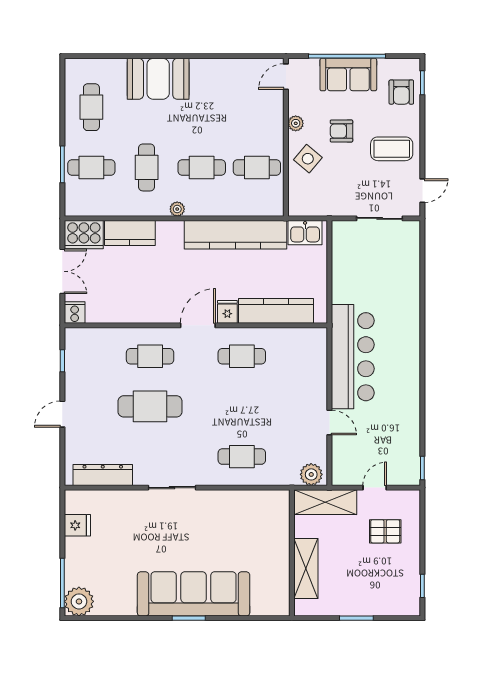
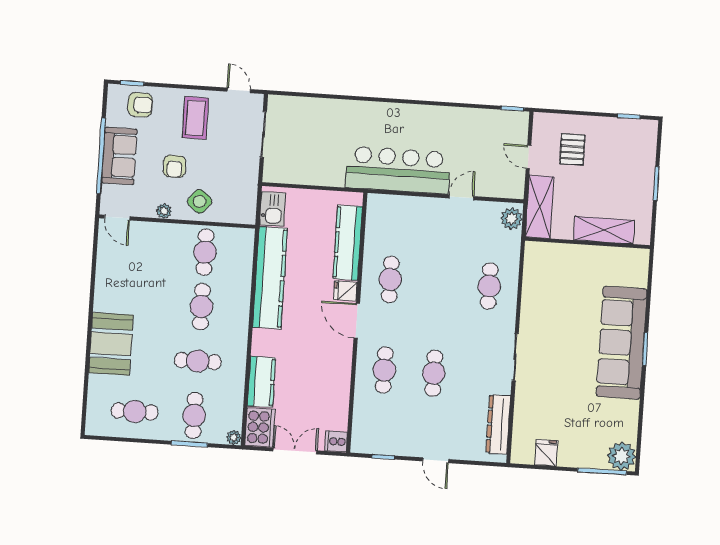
plant: (177, 209) -> (234, 438), moved
cafe table: (150, 406) -> (434, 373), width x0.73, depth x0.74

